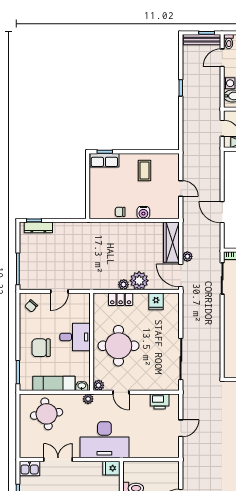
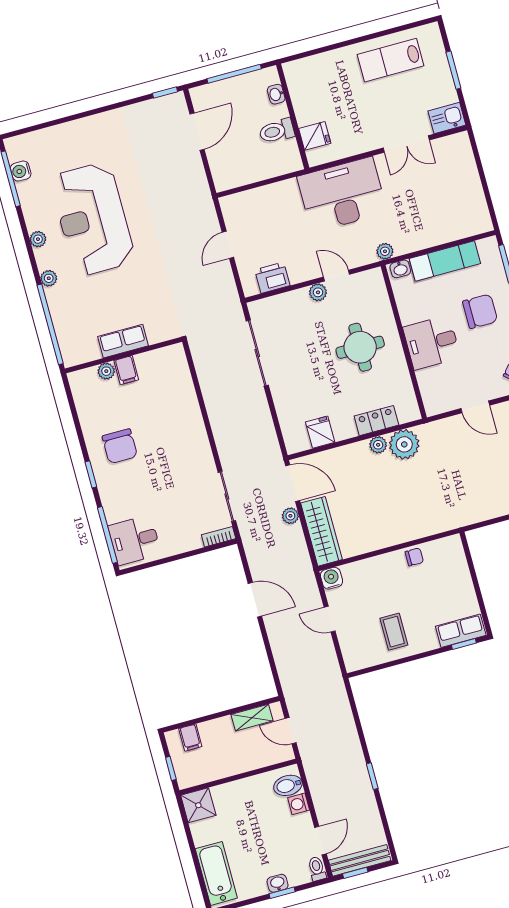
water cooler: (143, 213) -> (331, 578), moved
plant: (139, 281) -> (404, 444), moved
door: (59, 291) -> (475, 407), swing flipped
round table: (118, 346) -> (360, 347), width x0.73, depth x0.73
plant: (99, 385) -> (318, 292), moved
round table: (47, 414) -> (443, 210), removed
fridge: (111, 468) -> (315, 136), moved

